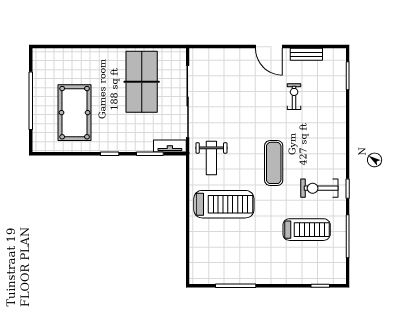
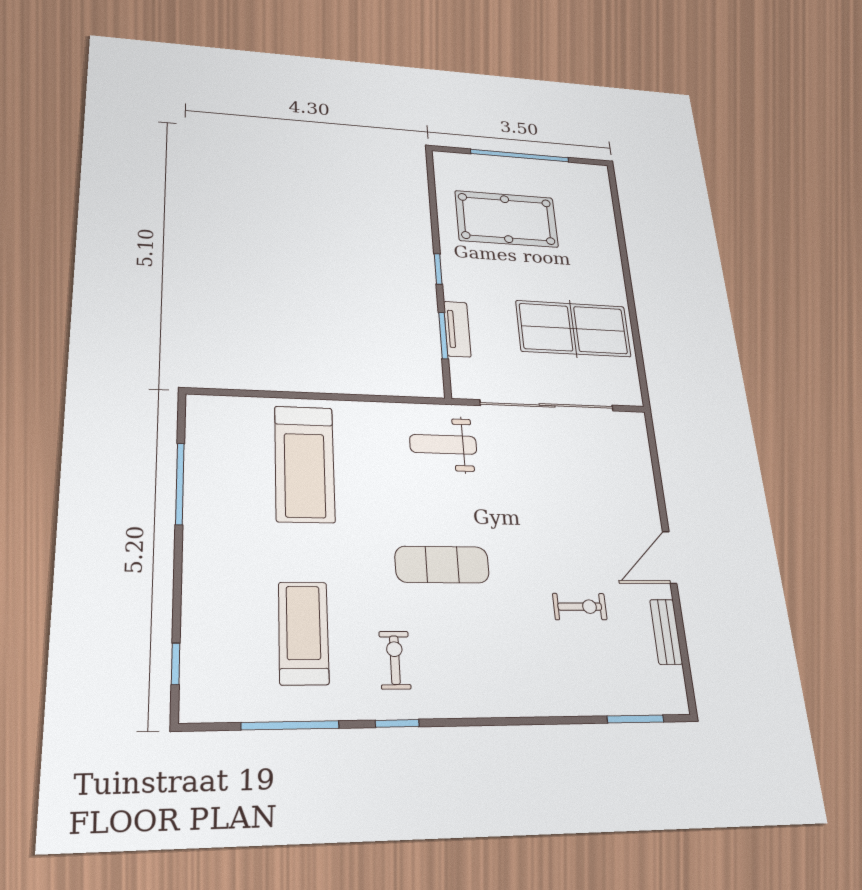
tv unit: (170, 146) -> (457, 329), moved
exercise bike: (319, 188) -> (395, 660), width x0.73, depth x0.72
treadmill: (224, 204) -> (305, 464), moved
treadmill: (307, 230) -> (303, 633), turned 180

